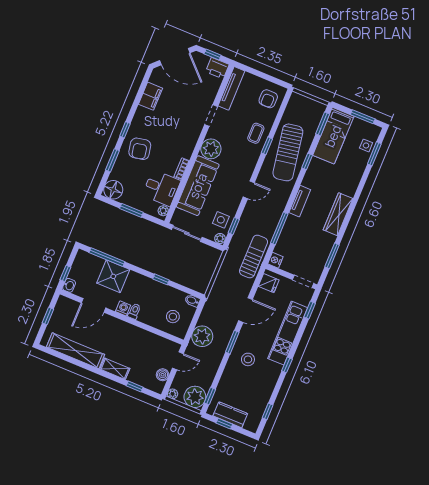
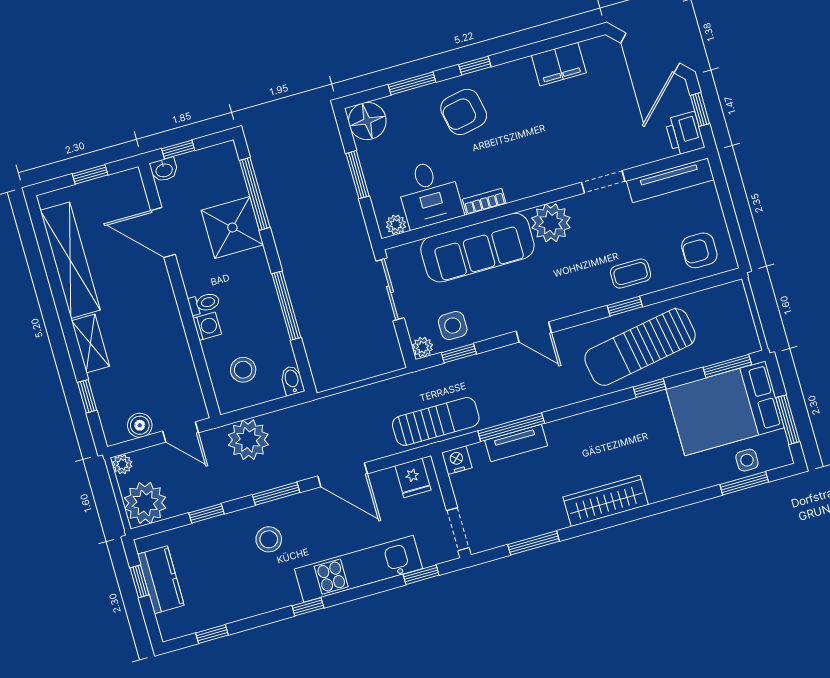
bed: (333, 136) -> (725, 408), width x1.50
tv unit: (300, 201) -> (516, 443), moved
window: (161, 279) -> (286, 306), width x2.17
washing machine: (123, 308) -> (207, 326), moved
window: (210, 396) -> (207, 513), moved

